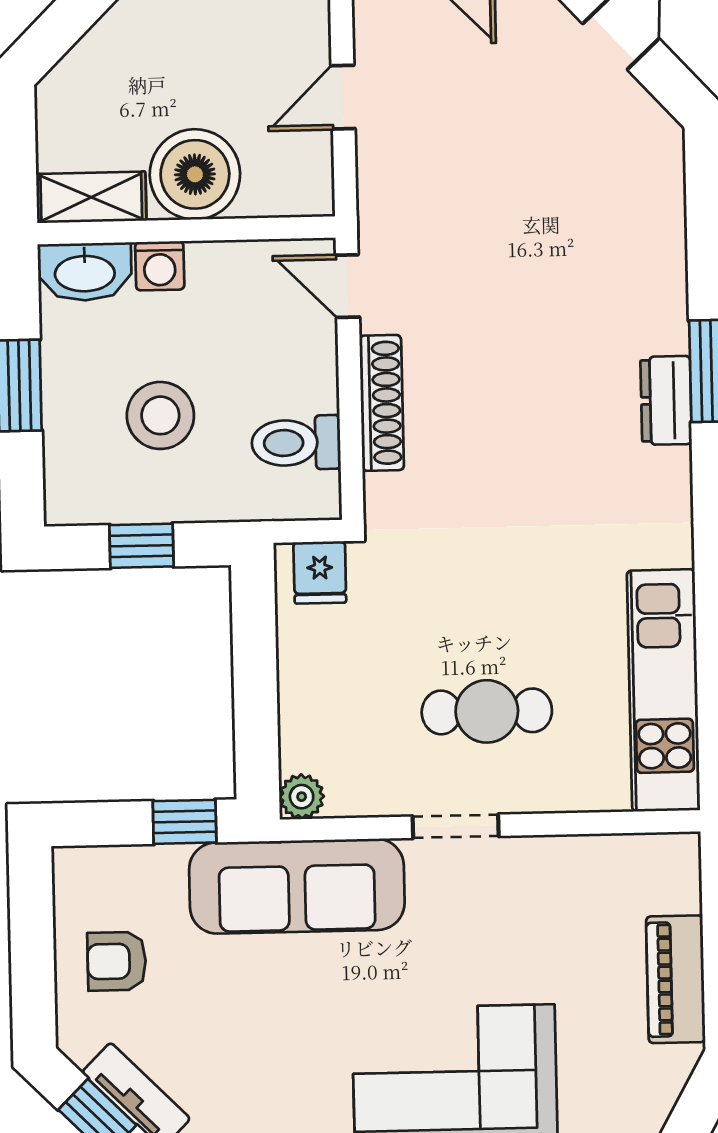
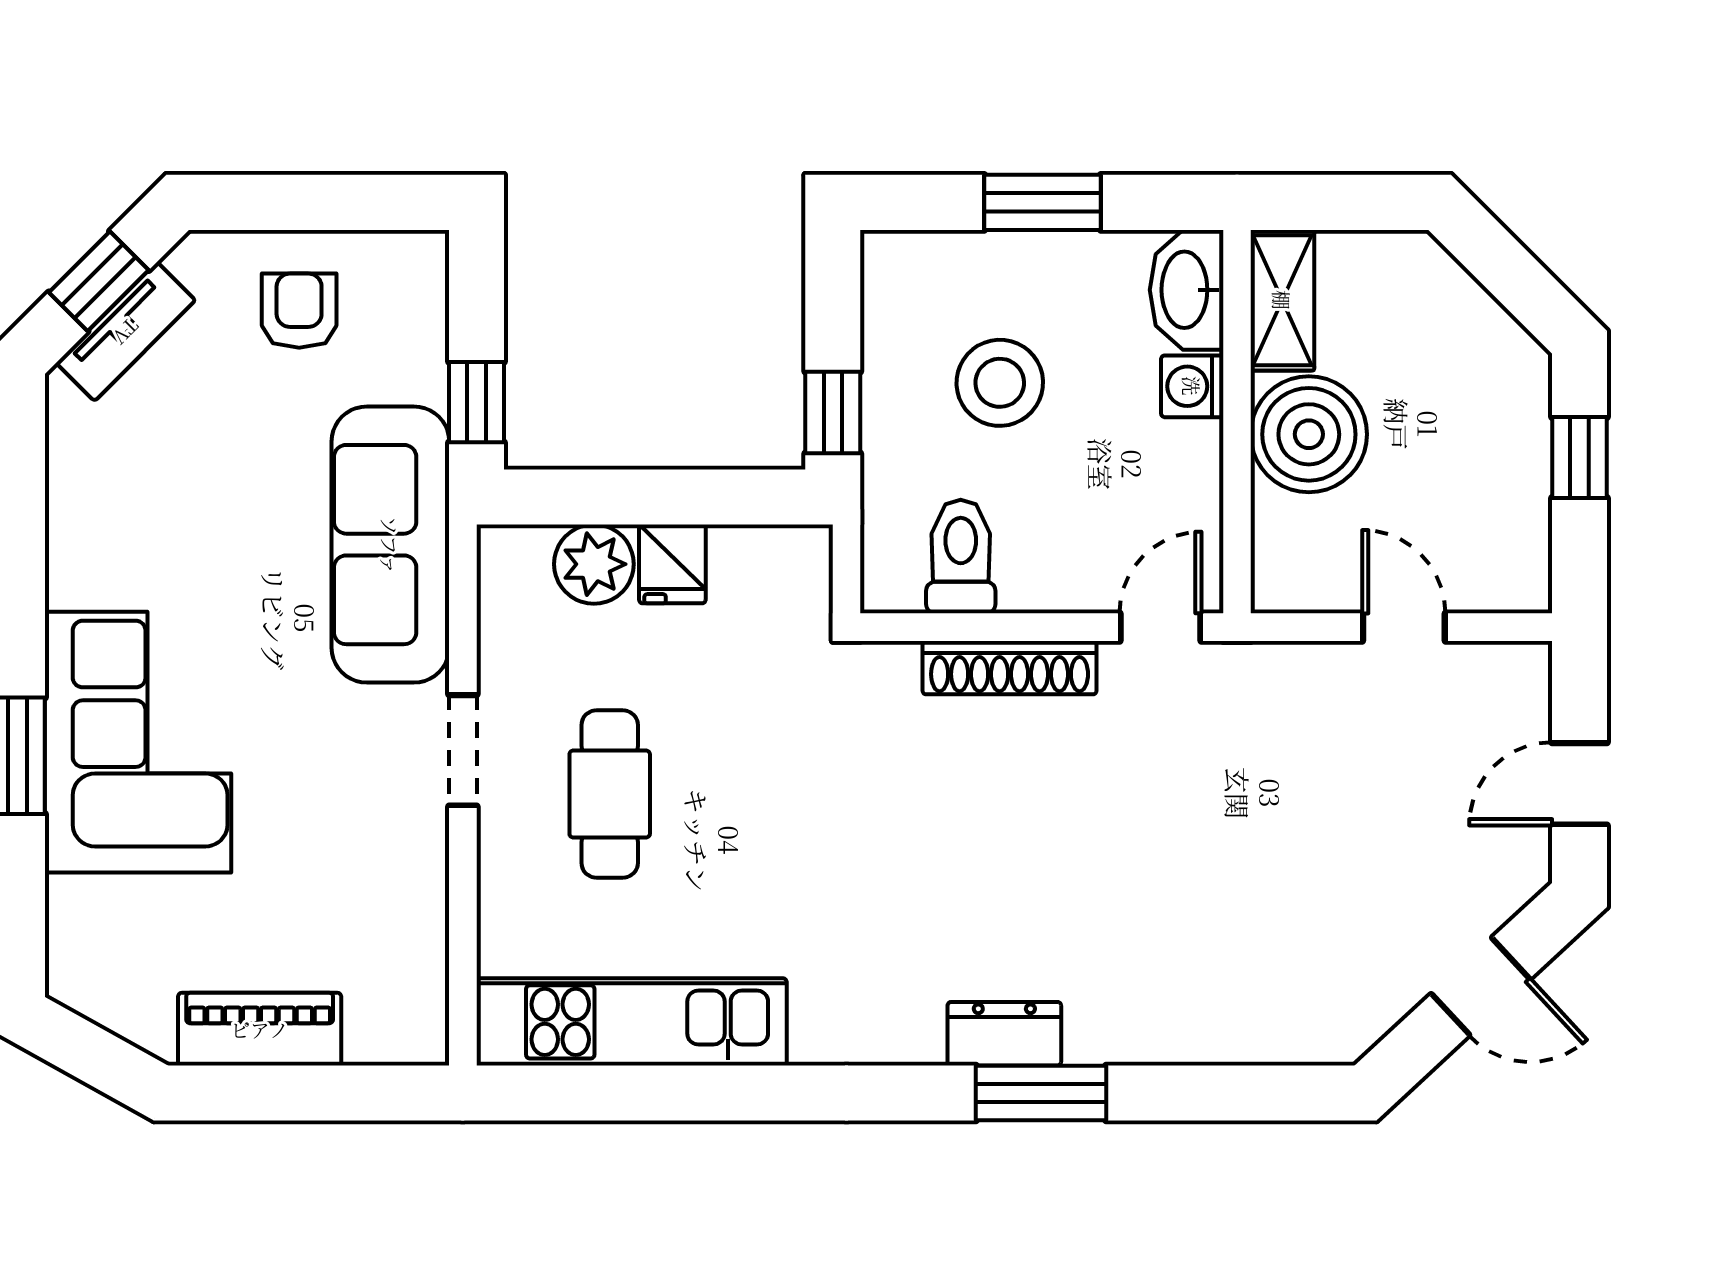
window: (141, 546) -> (833, 412), moved
fridge: (320, 572) -> (672, 564), moved, turned -90
plant: (302, 797) -> (594, 564), moved, width x1.38, depth x1.38

